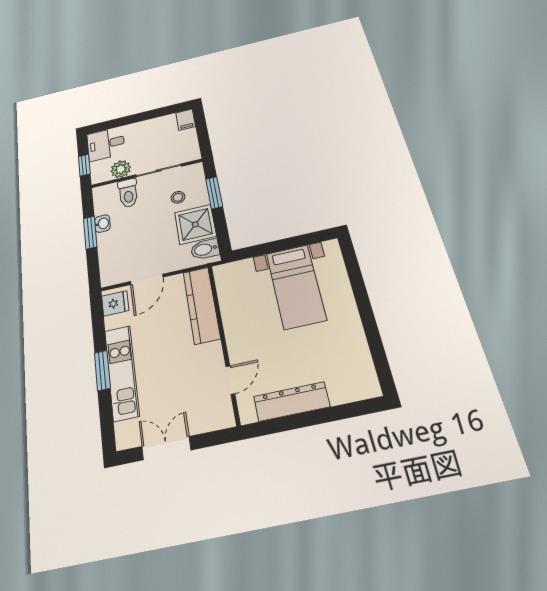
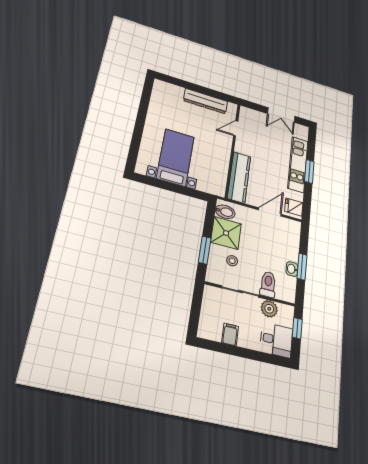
filing cabinet: (186, 120) -> (230, 334), moved

